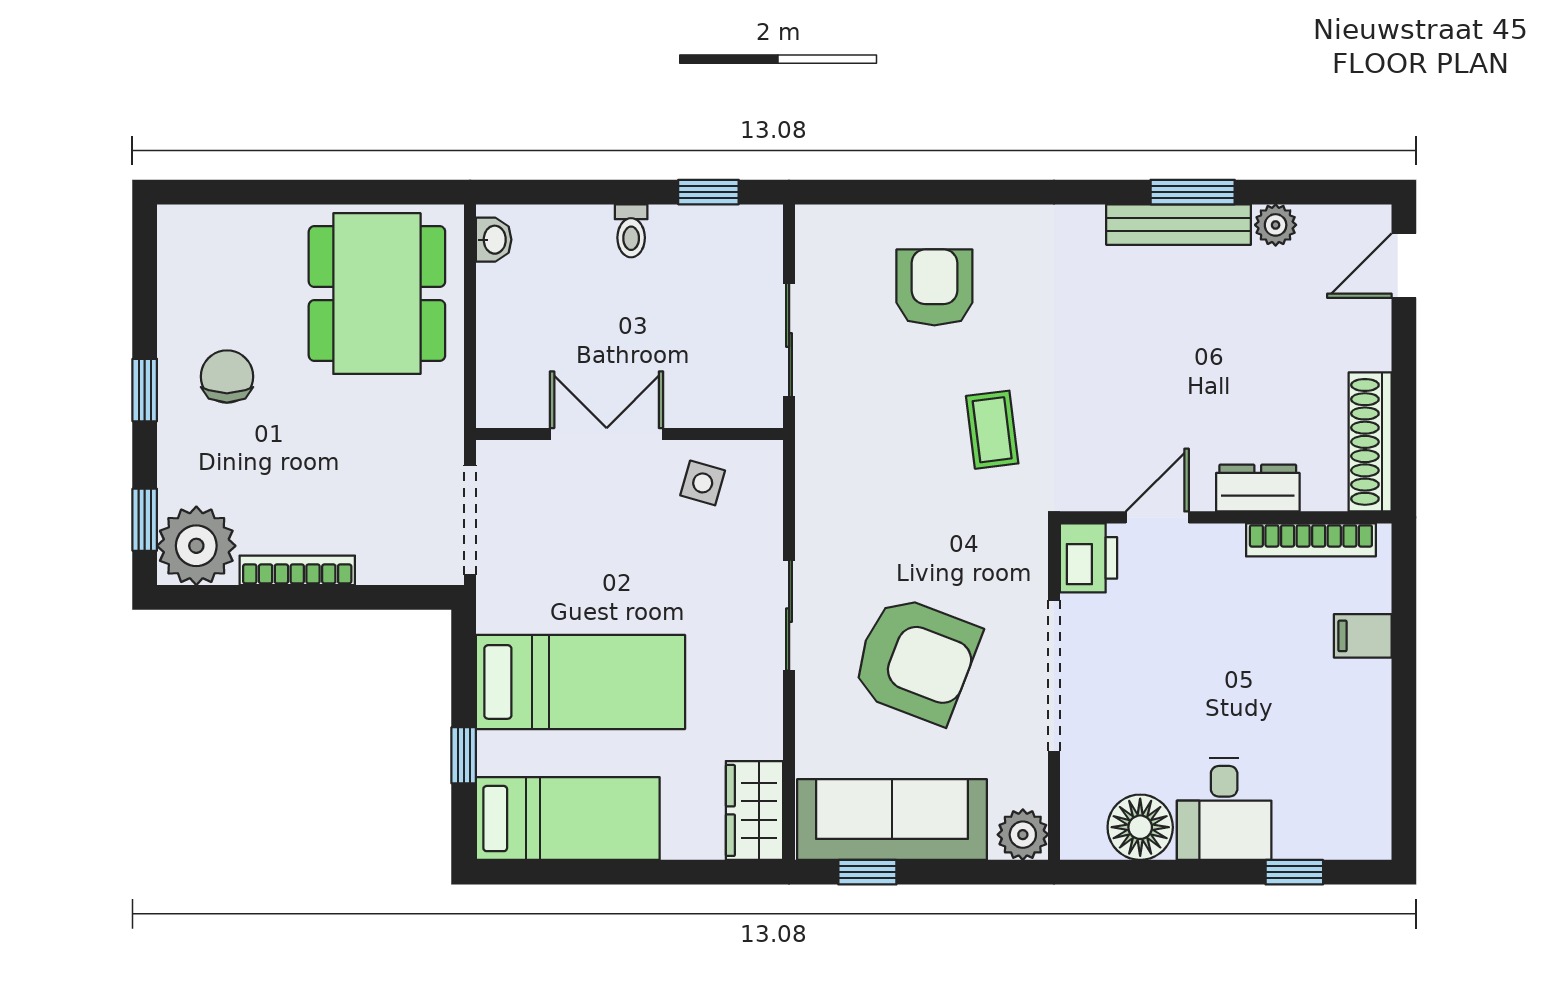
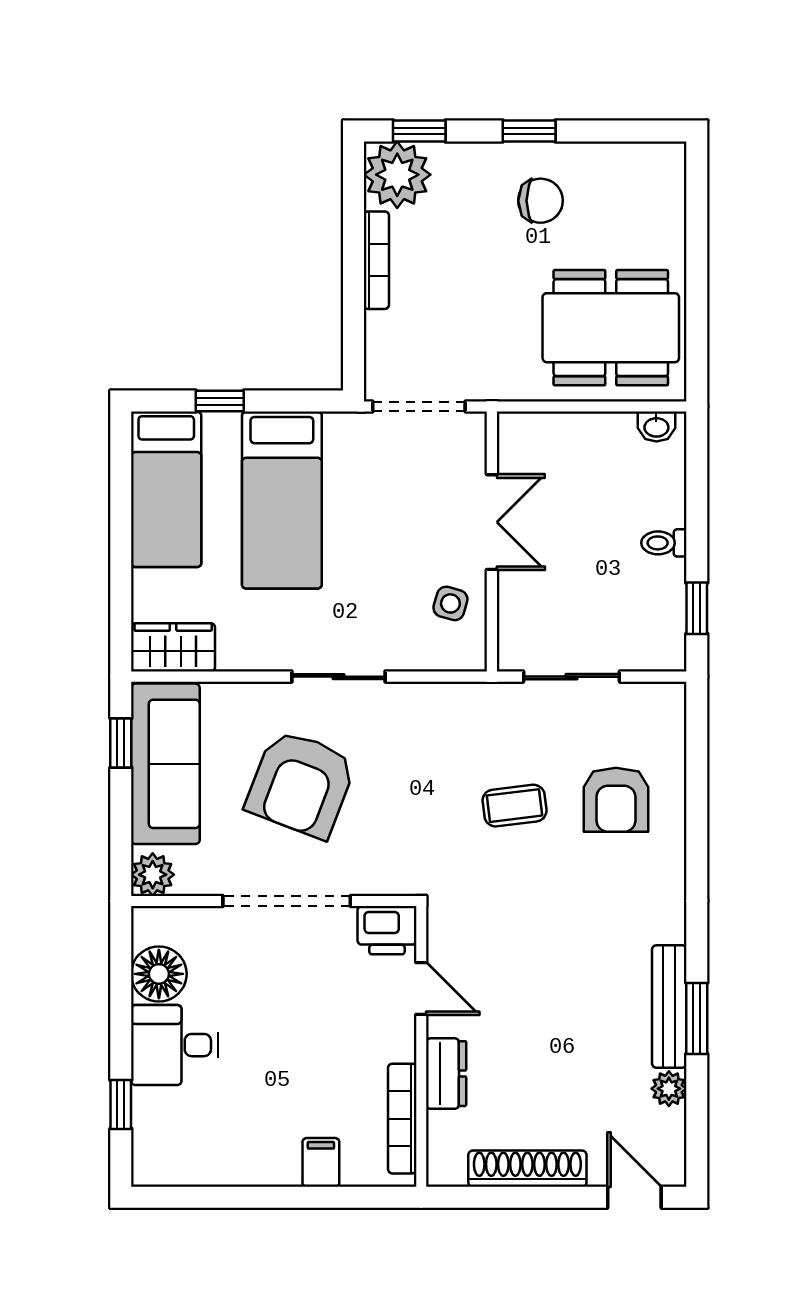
armchair: (934, 287) -> (616, 800), turned 90
coffee table: (992, 430) -> (515, 806), moved
shoe rack: (1370, 442) -> (527, 1169), moved

